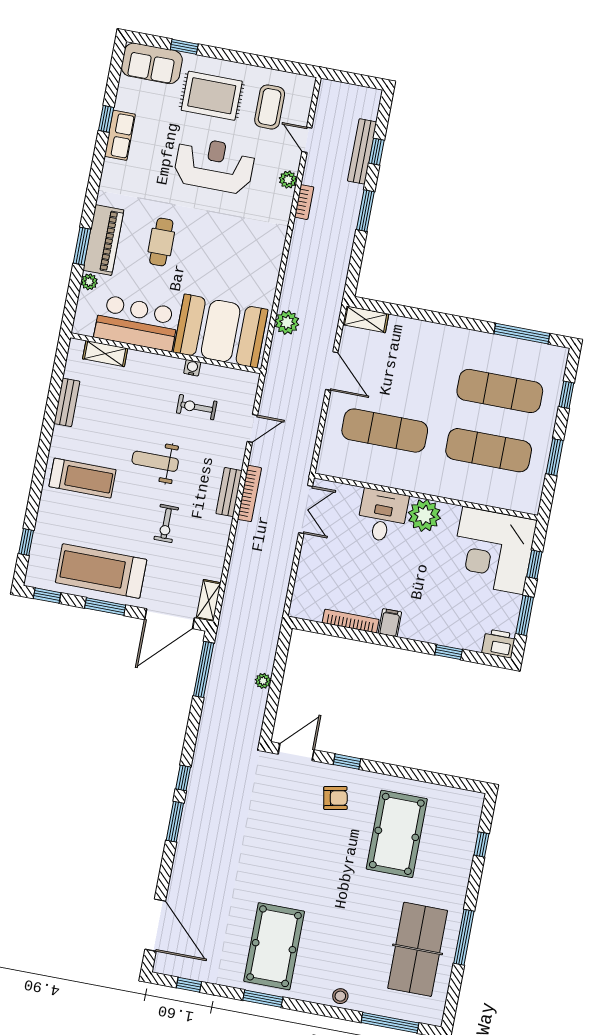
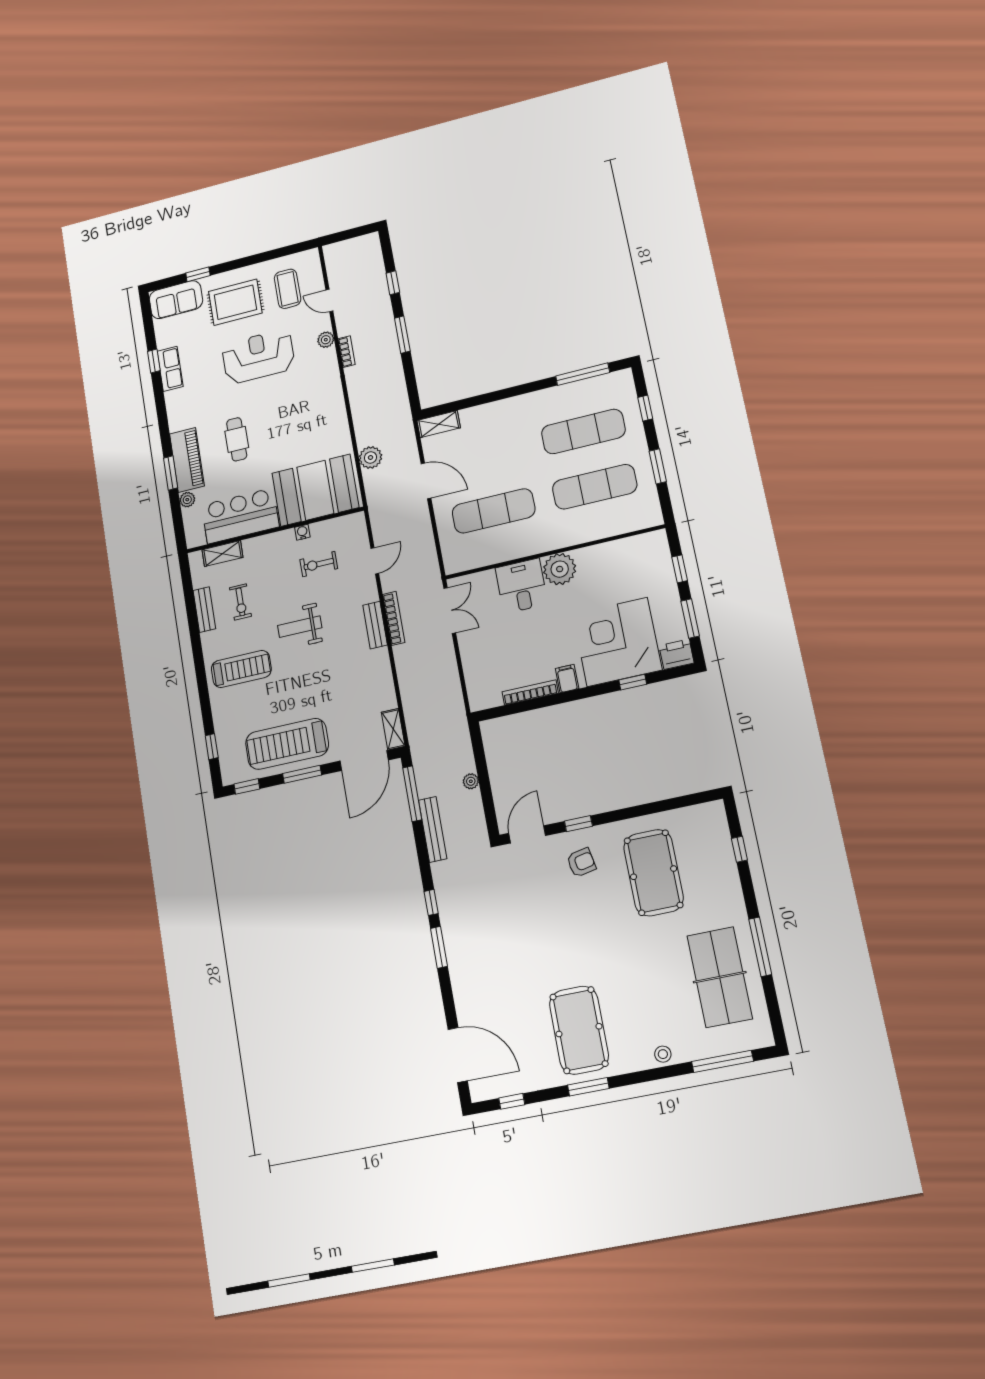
bench: (362, 151) -> (433, 829), moved
exercise bike: (166, 523) -> (240, 602), moved
corner desk: (493, 551) -> (617, 642), moved, turned 90

